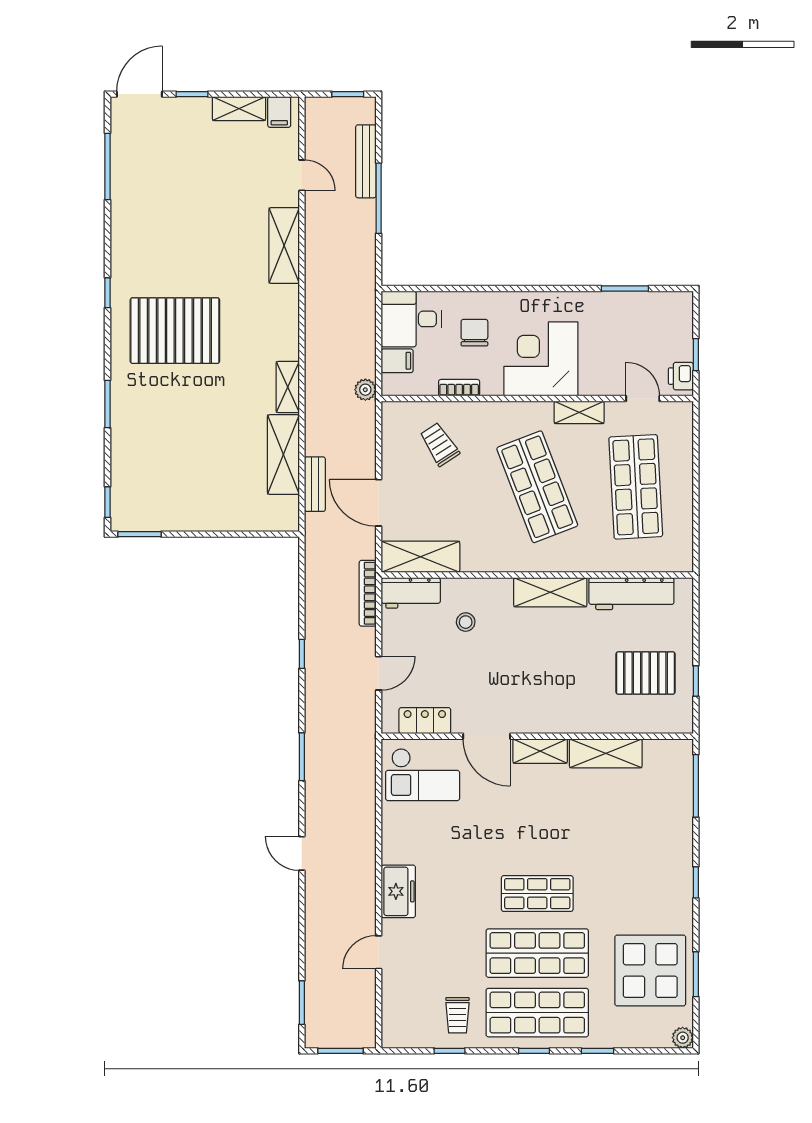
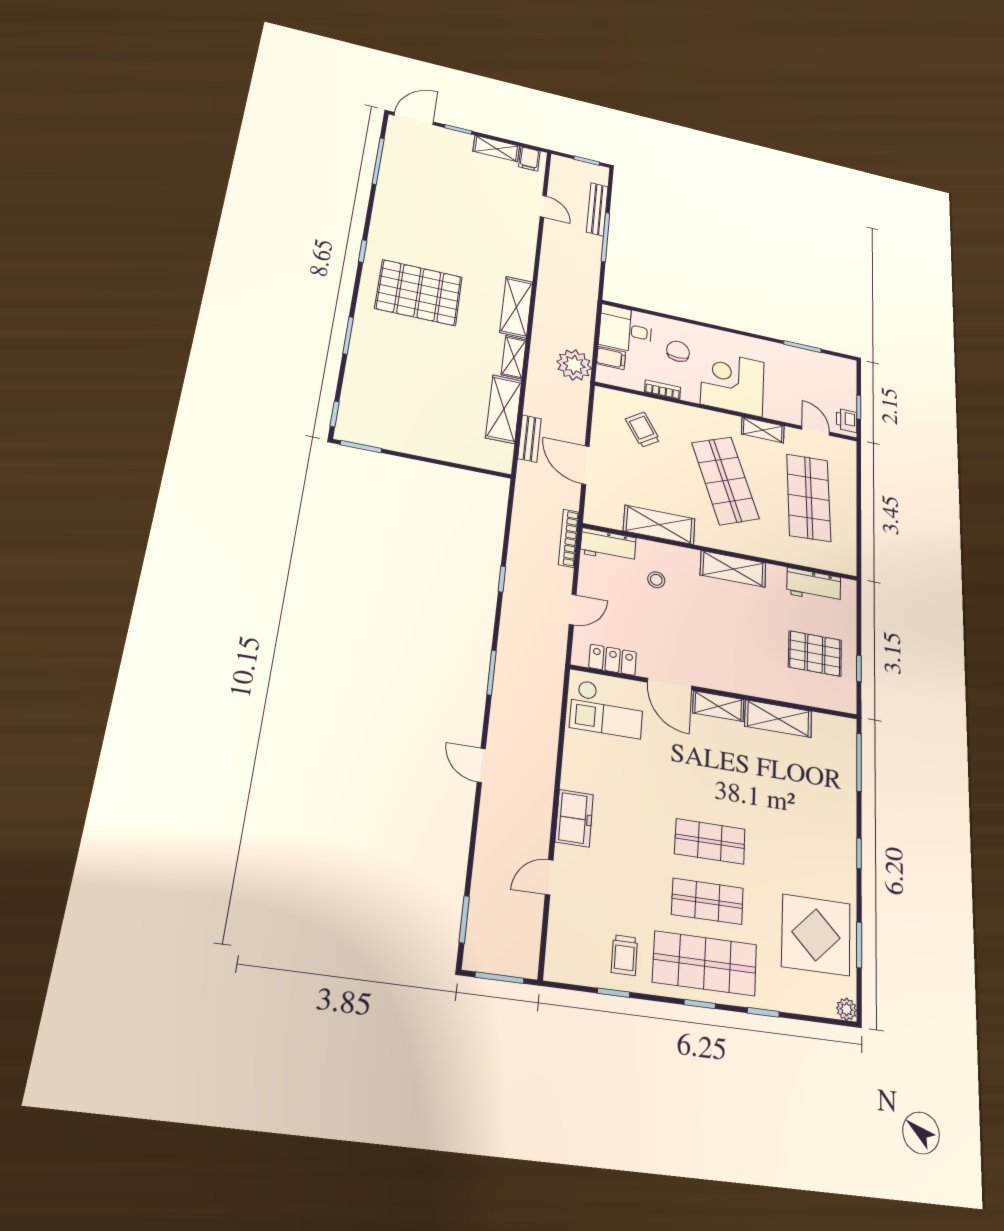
shelving: (284, 246) -> (516, 307), moved
plant: (365, 390) -> (574, 365), width x1.88, depth x1.88
shelving: (420, 557) -> (659, 525), moved
workbench: (631, 594) -> (814, 585), width x0.73
shop shelf: (537, 953) -> (707, 901), width x0.70, depth x0.74

